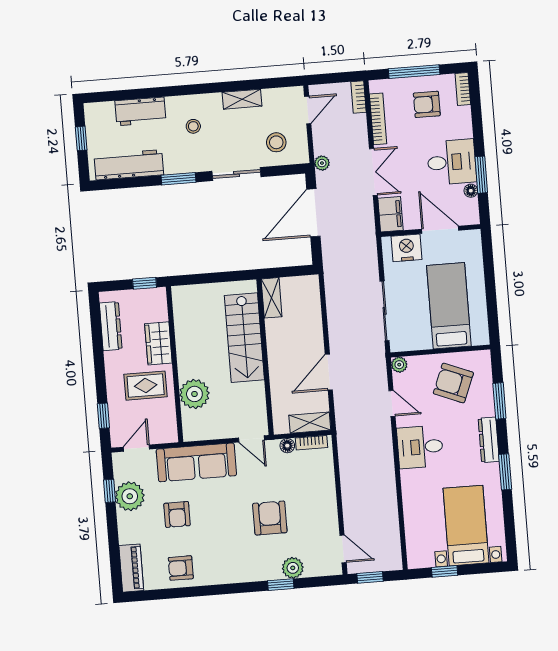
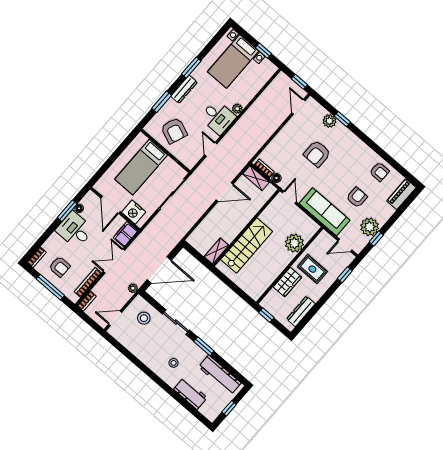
shelving: (242, 99) -> (140, 353), removed
plant: (399, 365) -> (237, 109), moved

